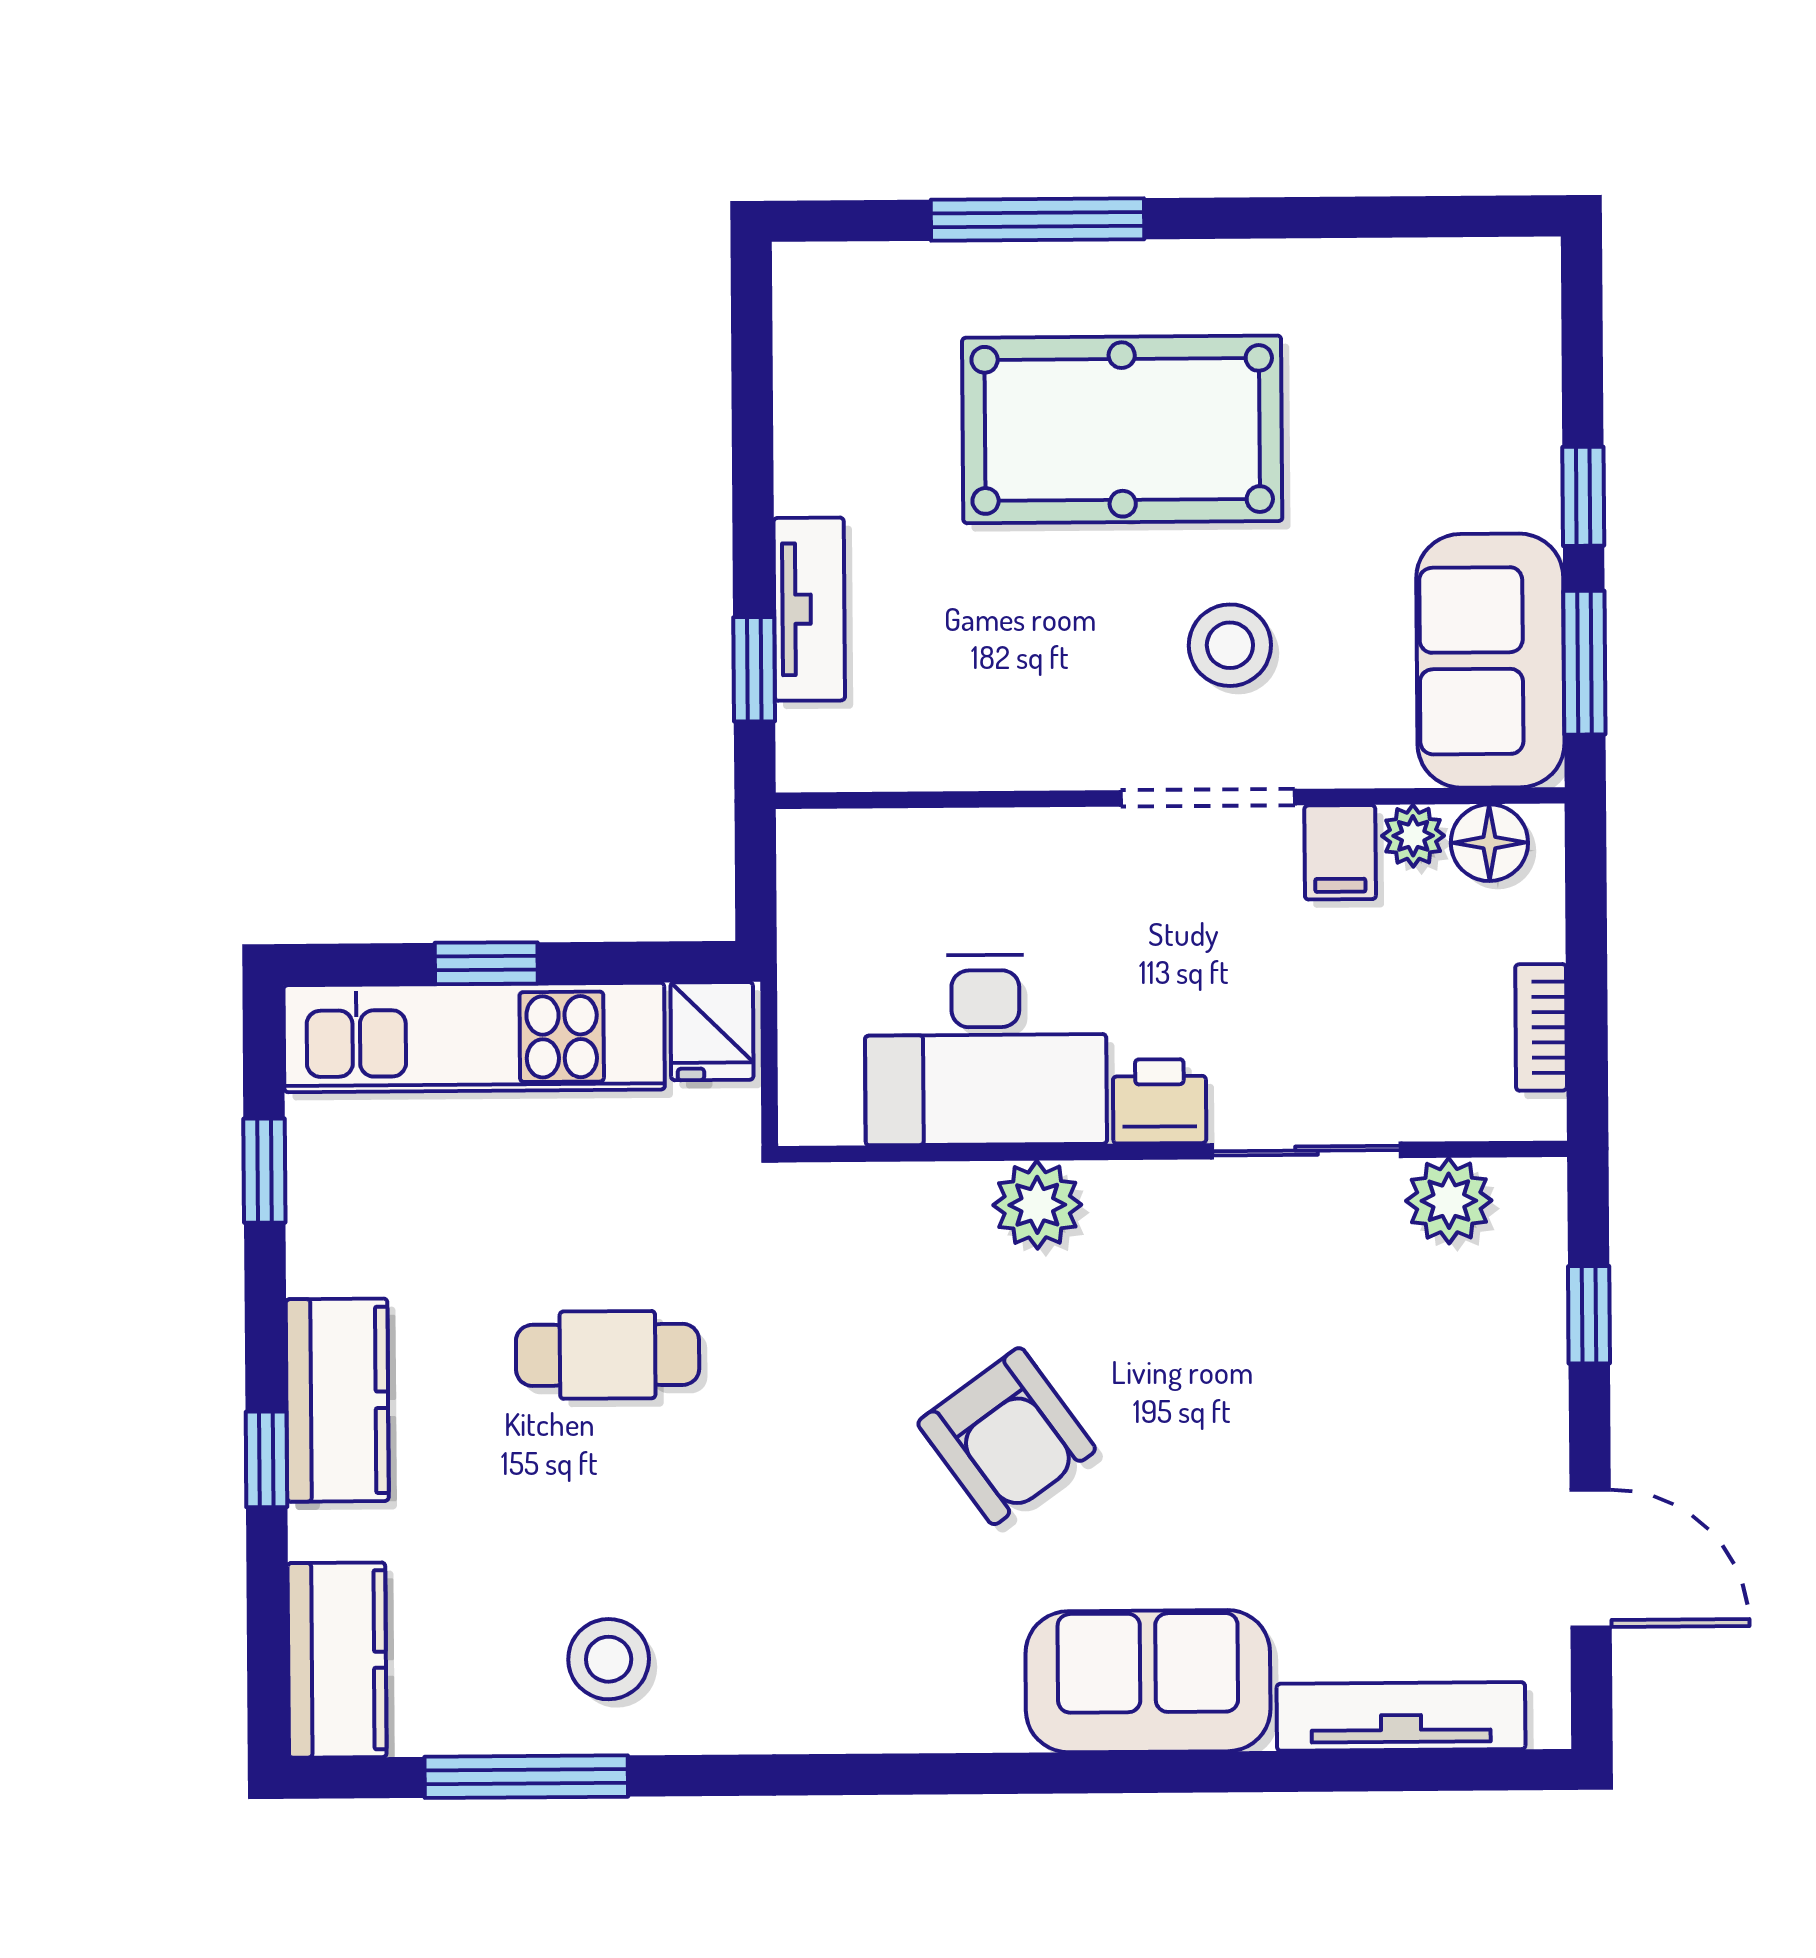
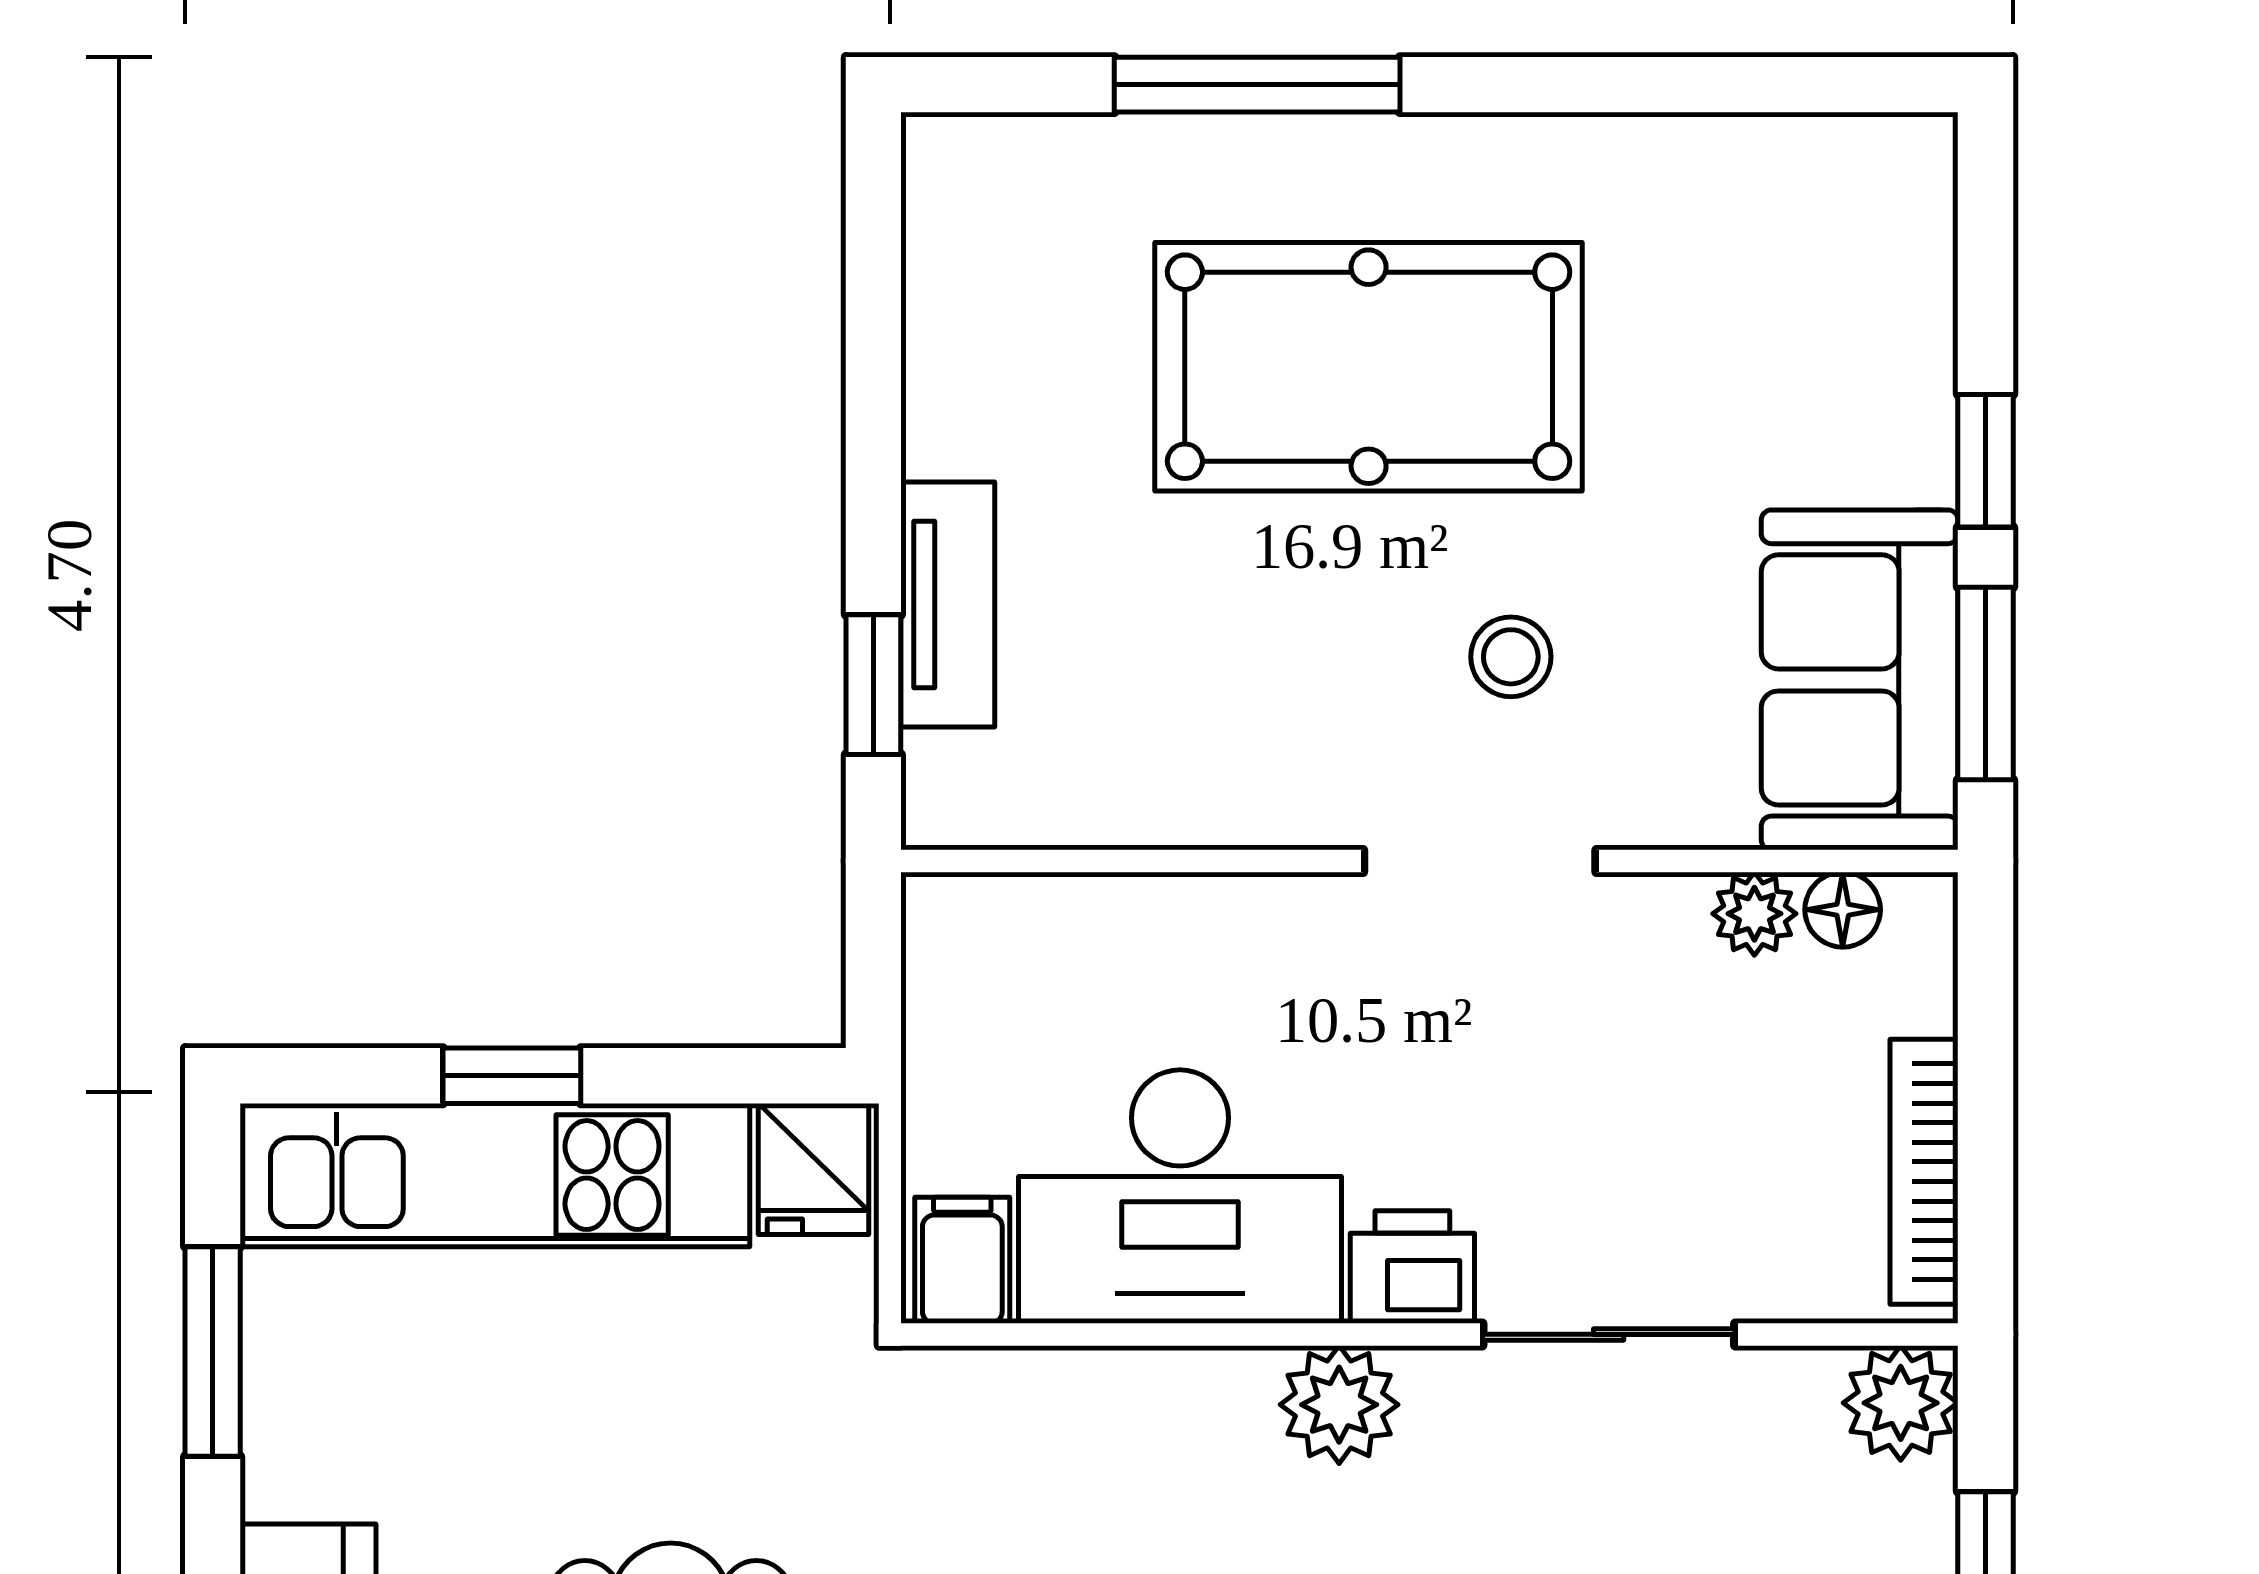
stool: (1230, 645) -> (1511, 657), width x0.73, depth x0.73
floor lamp: (1489, 843) -> (1843, 910), width x0.73, depth x0.73
filing cabinet: (1340, 852) -> (962, 1260), moved, turned 180
bookcase: (1541, 1027) -> (1924, 1172), width x1.56
window: (264, 1171) -> (213, 1352), width x1.50
plant: (1449, 1201) -> (1901, 1403), moved
plant: (1037, 1205) -> (1339, 1405), moved

